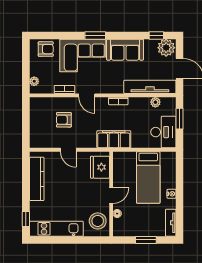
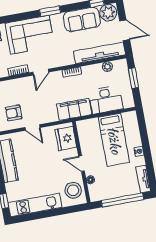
window: (95, 35) -> (50, 11), moved
sofa: (125, 50) -> (82, 19), moved
door: (87, 95) -> (41, 72), hinge flipped
armchair: (64, 120) -> (14, 113), moved
desk: (163, 132) -> (106, 100), moved, turned 90
door: (111, 195) -> (82, 164), swing flipped
window: (146, 240) -> (122, 200), width x2.11

